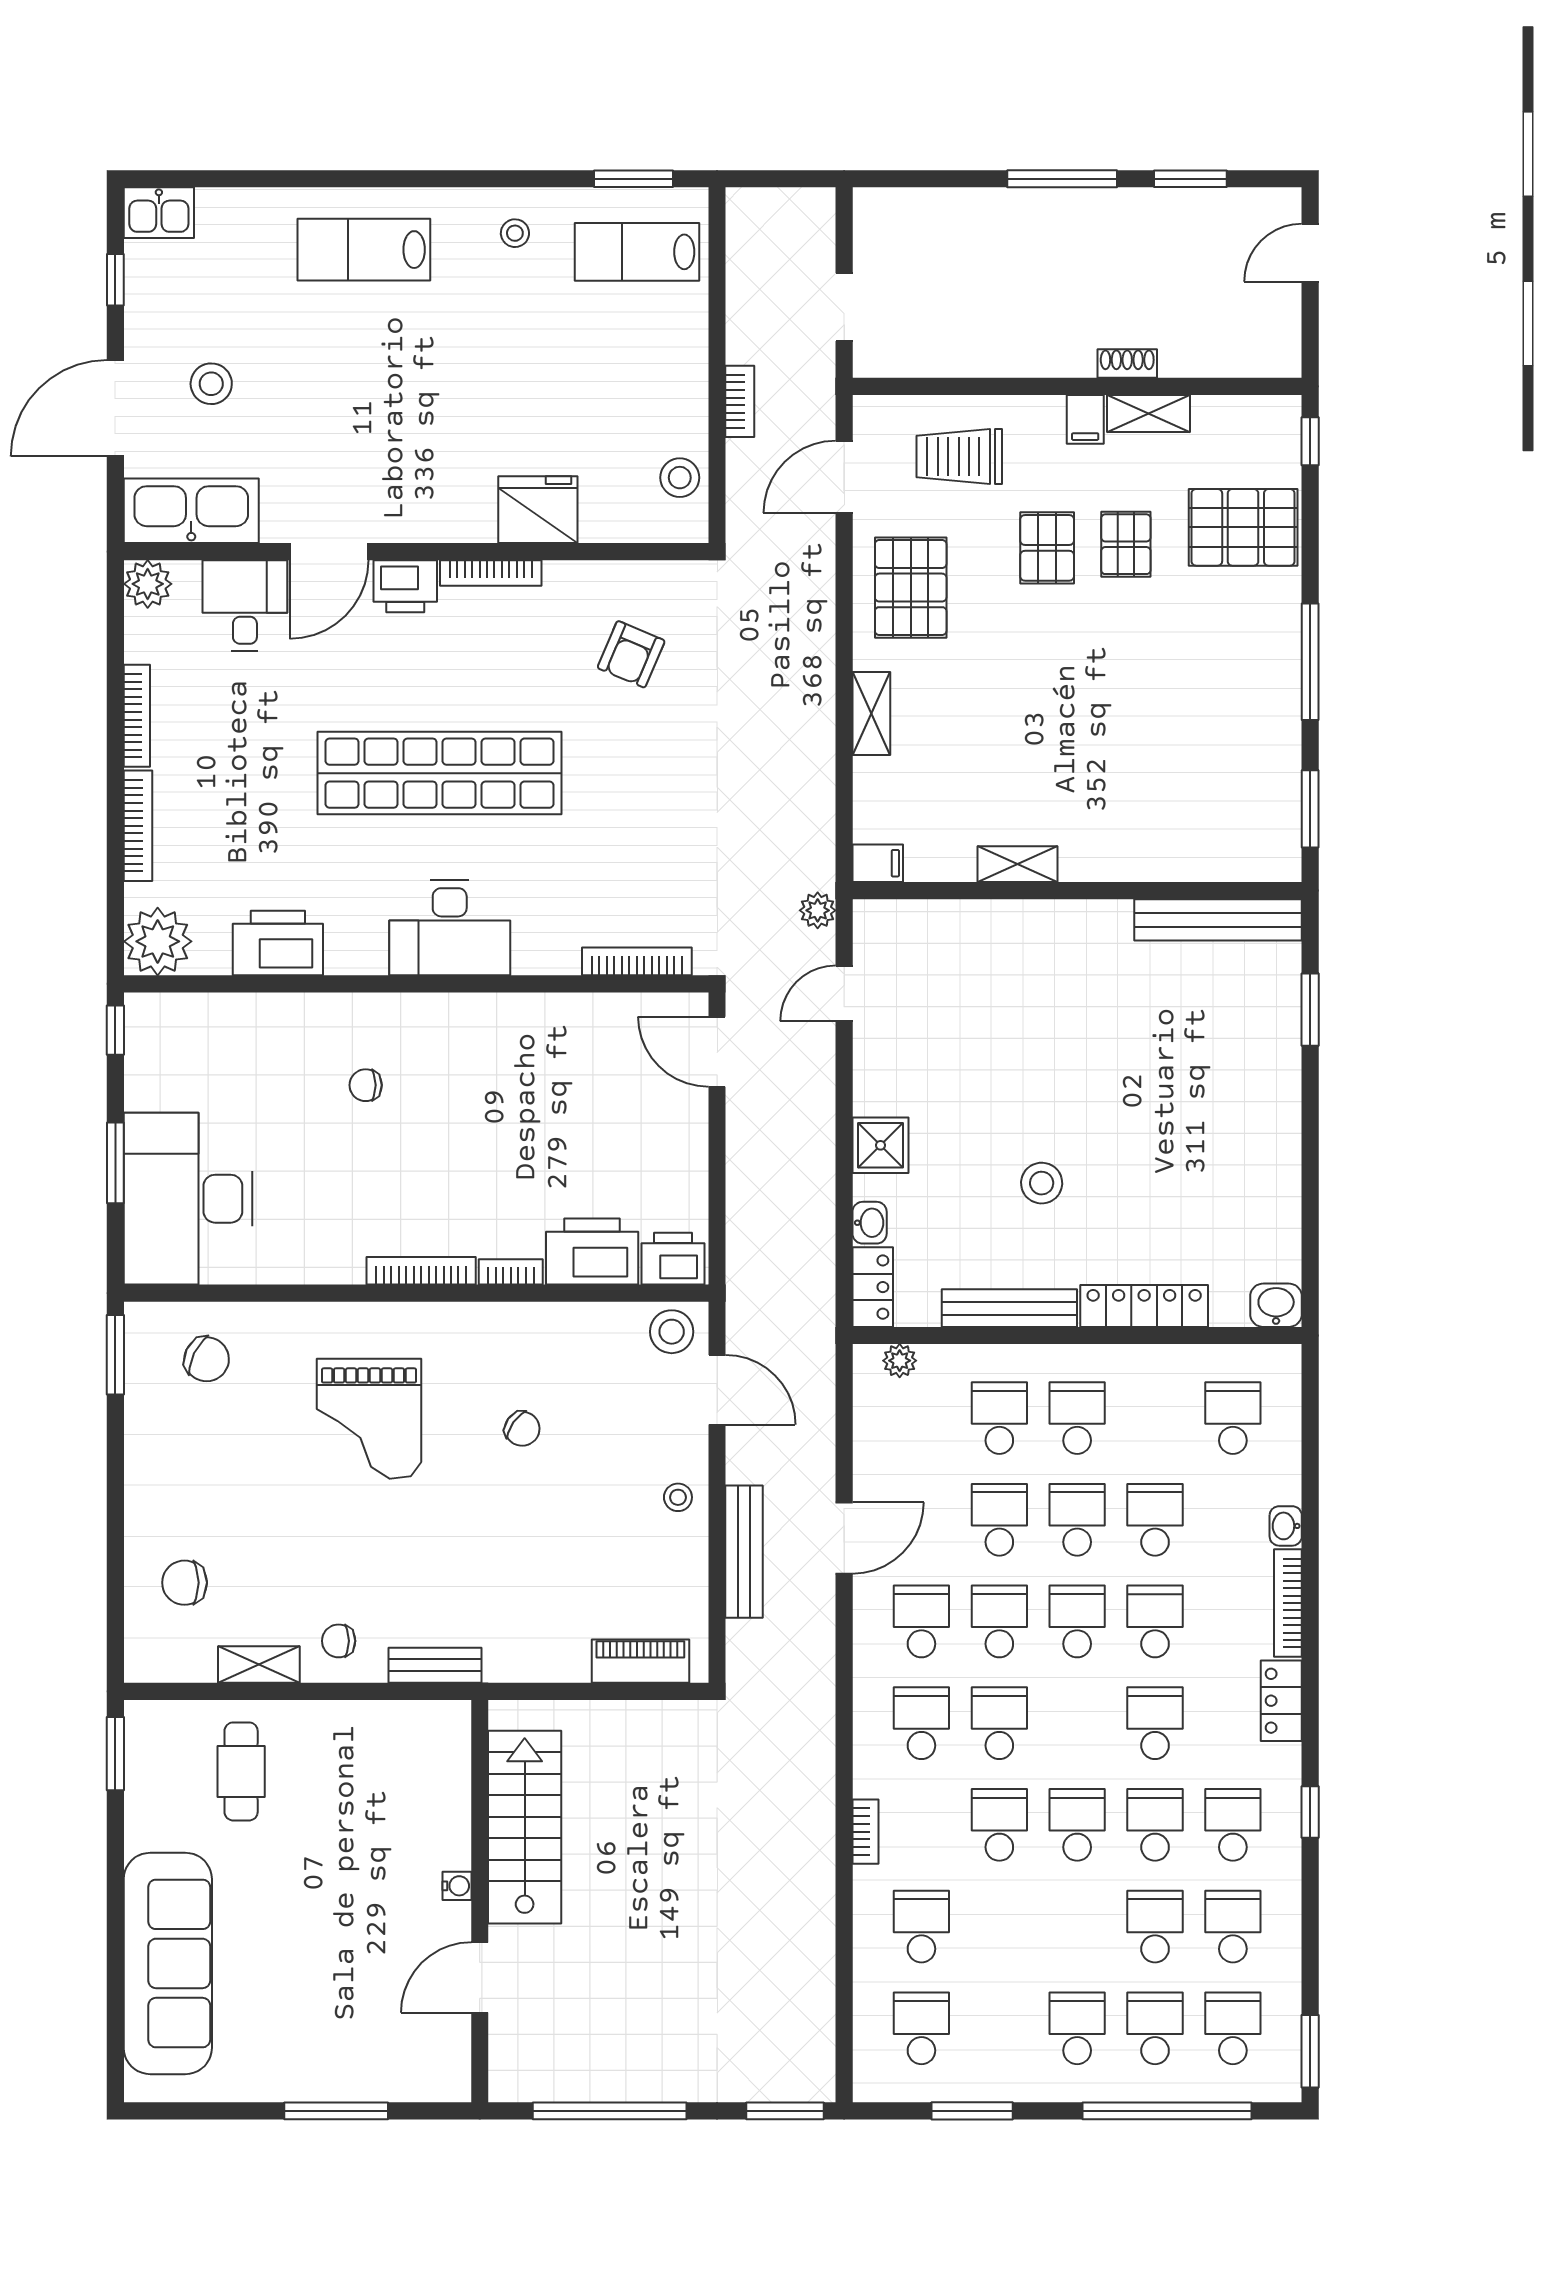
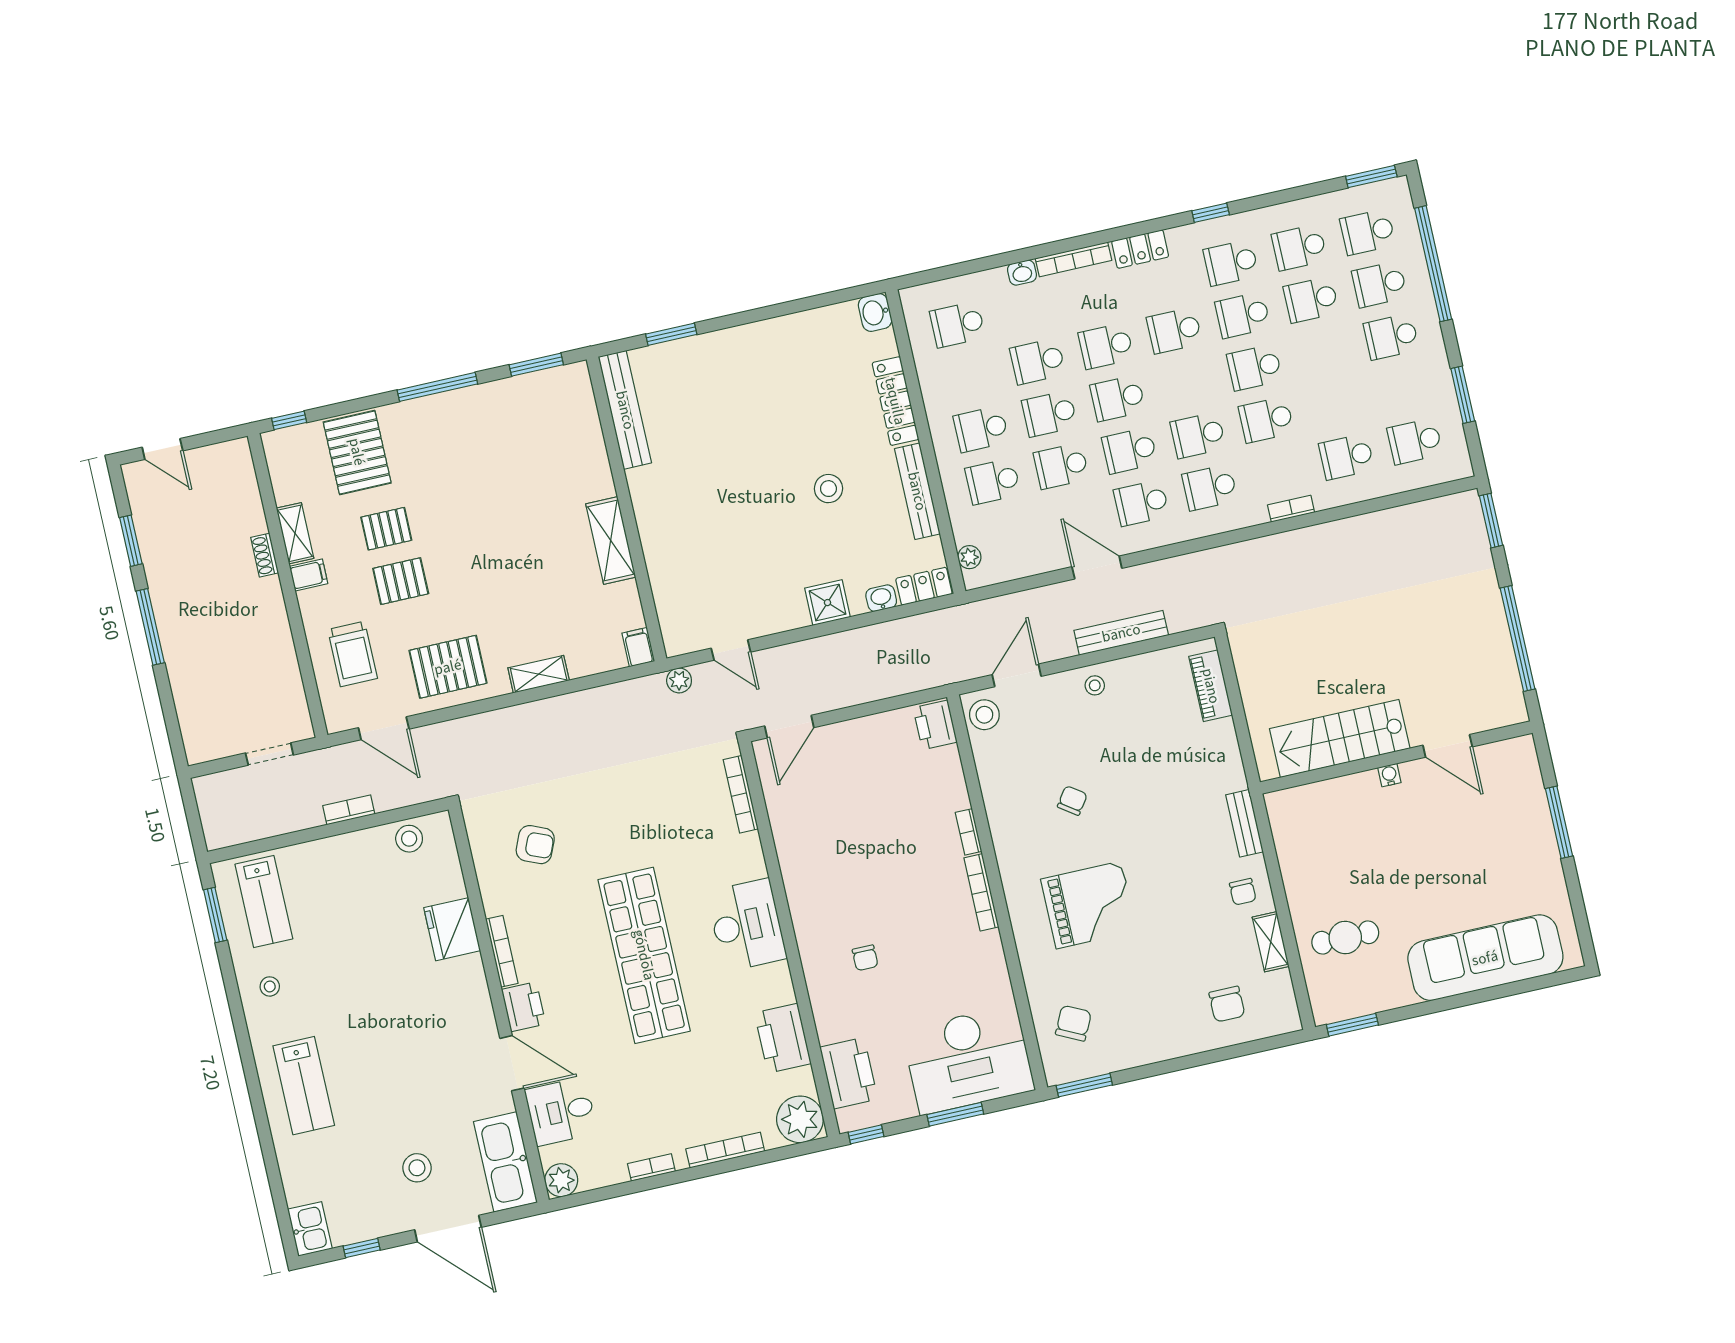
bookcase: (137, 716) -> (651, 1167), width x0.64
shelving: (1018, 864) -> (611, 541), width x1.50, depth x1.33
printer: (592, 1252) -> (849, 1073), moved, turned 180

